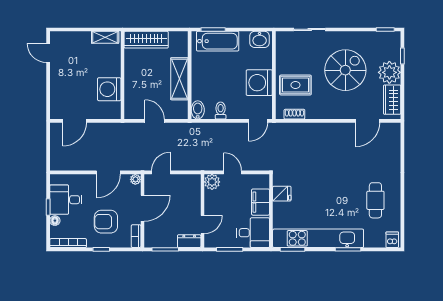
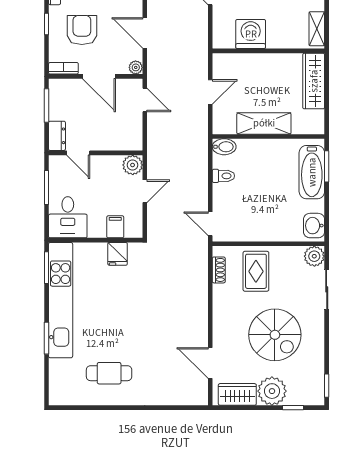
plant: (284, 39) -> (314, 256), added
washing machine: (259, 83) -> (259, 225), removed
filing cabinet: (261, 202) -> (115, 227), width x0.50
dishwasher: (392, 240) -> (59, 395), removed

